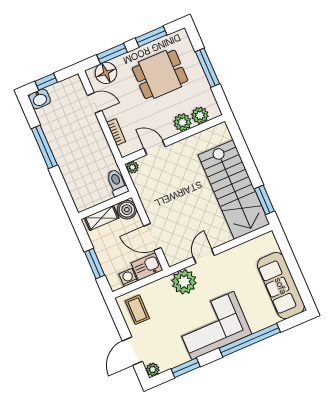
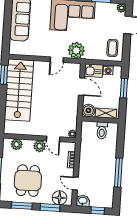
dining table: (160, 74) -> (28, 181), turned 90
washbasin: (40, 99) -> (83, 201), moved
plant: (183, 122) -> (40, 146), moved
toilet: (117, 183) -> (102, 130), moved

